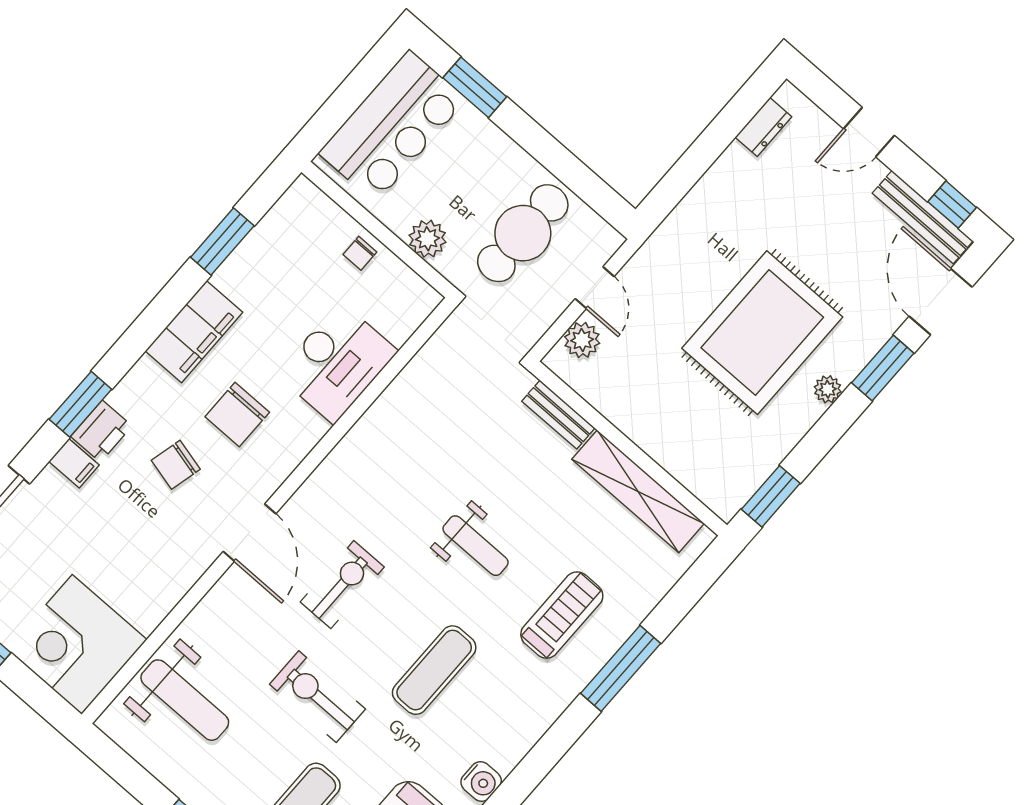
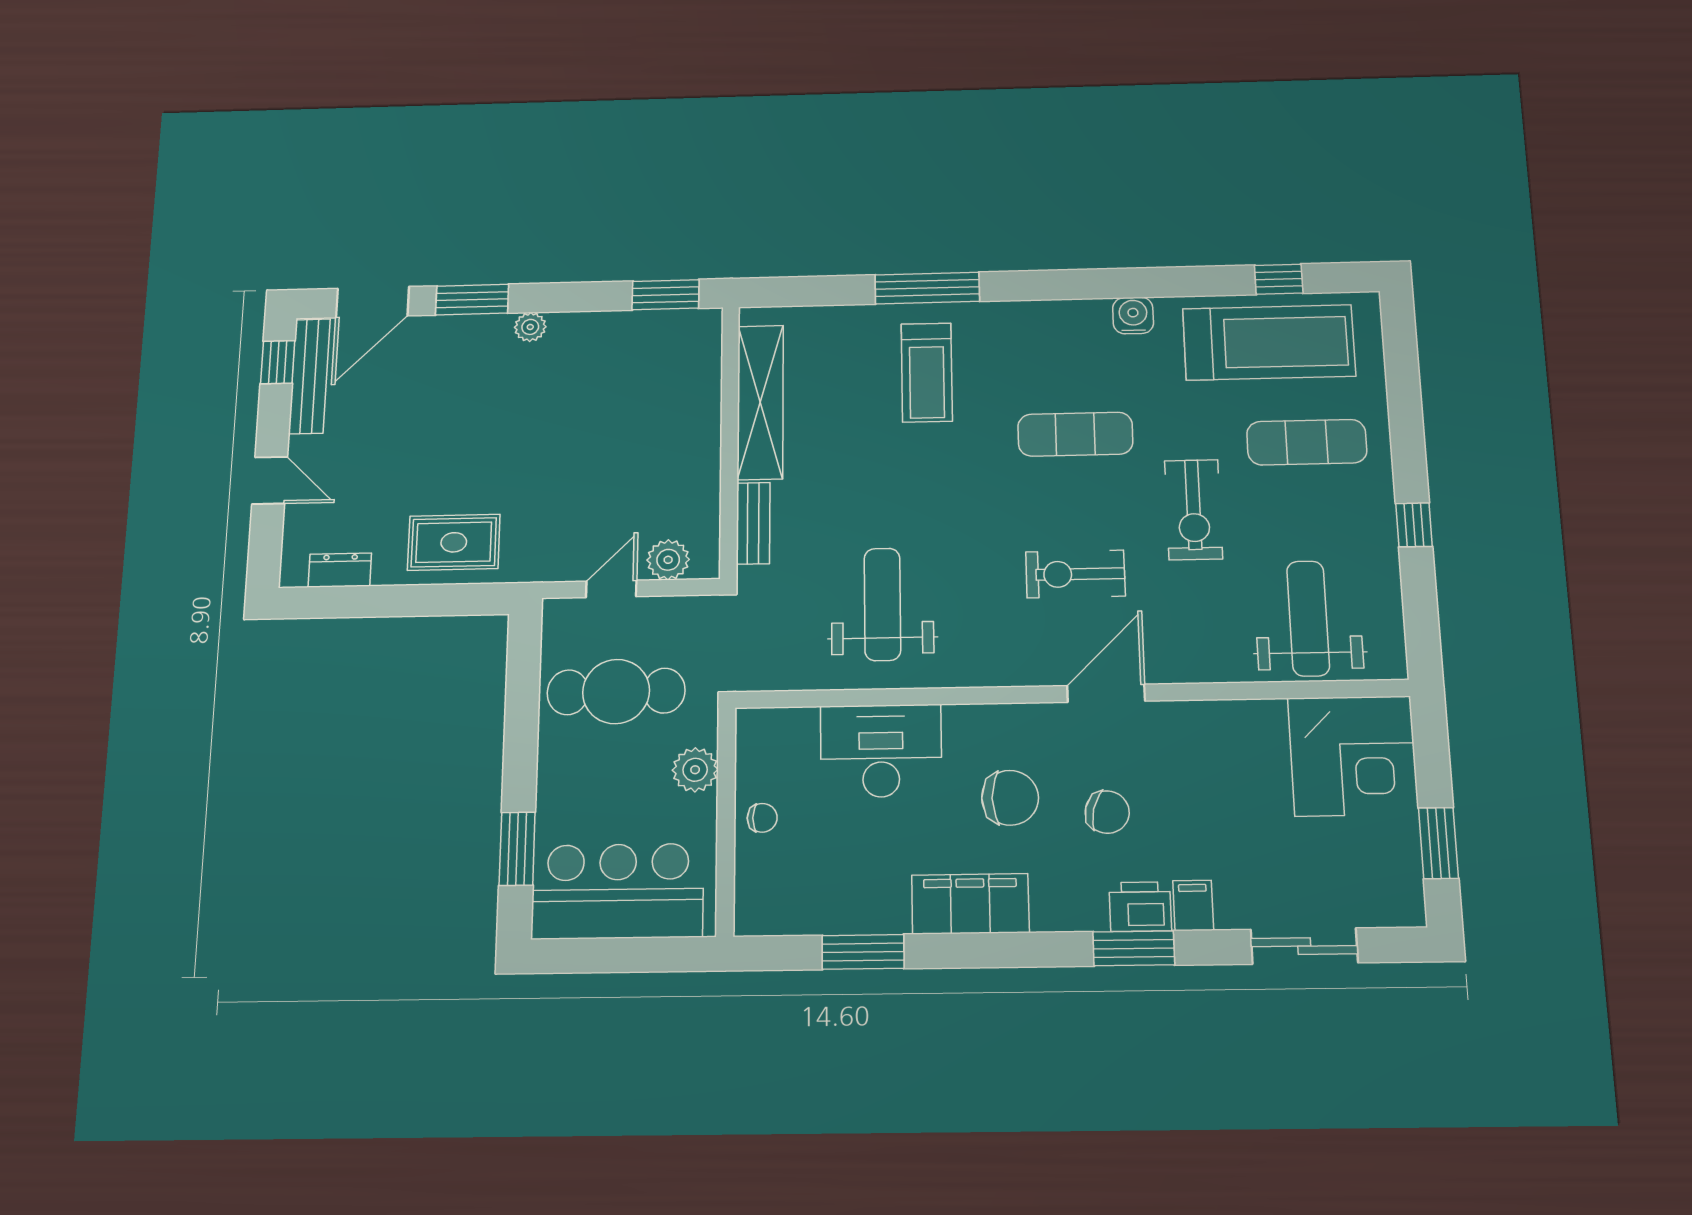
rug: (762, 333) -> (454, 542), moved, width x0.54, depth x0.49
weight bench: (476, 546) -> (882, 604), moved, width x1.36, depth x1.33
treadmill: (562, 615) -> (927, 372), turned -90

